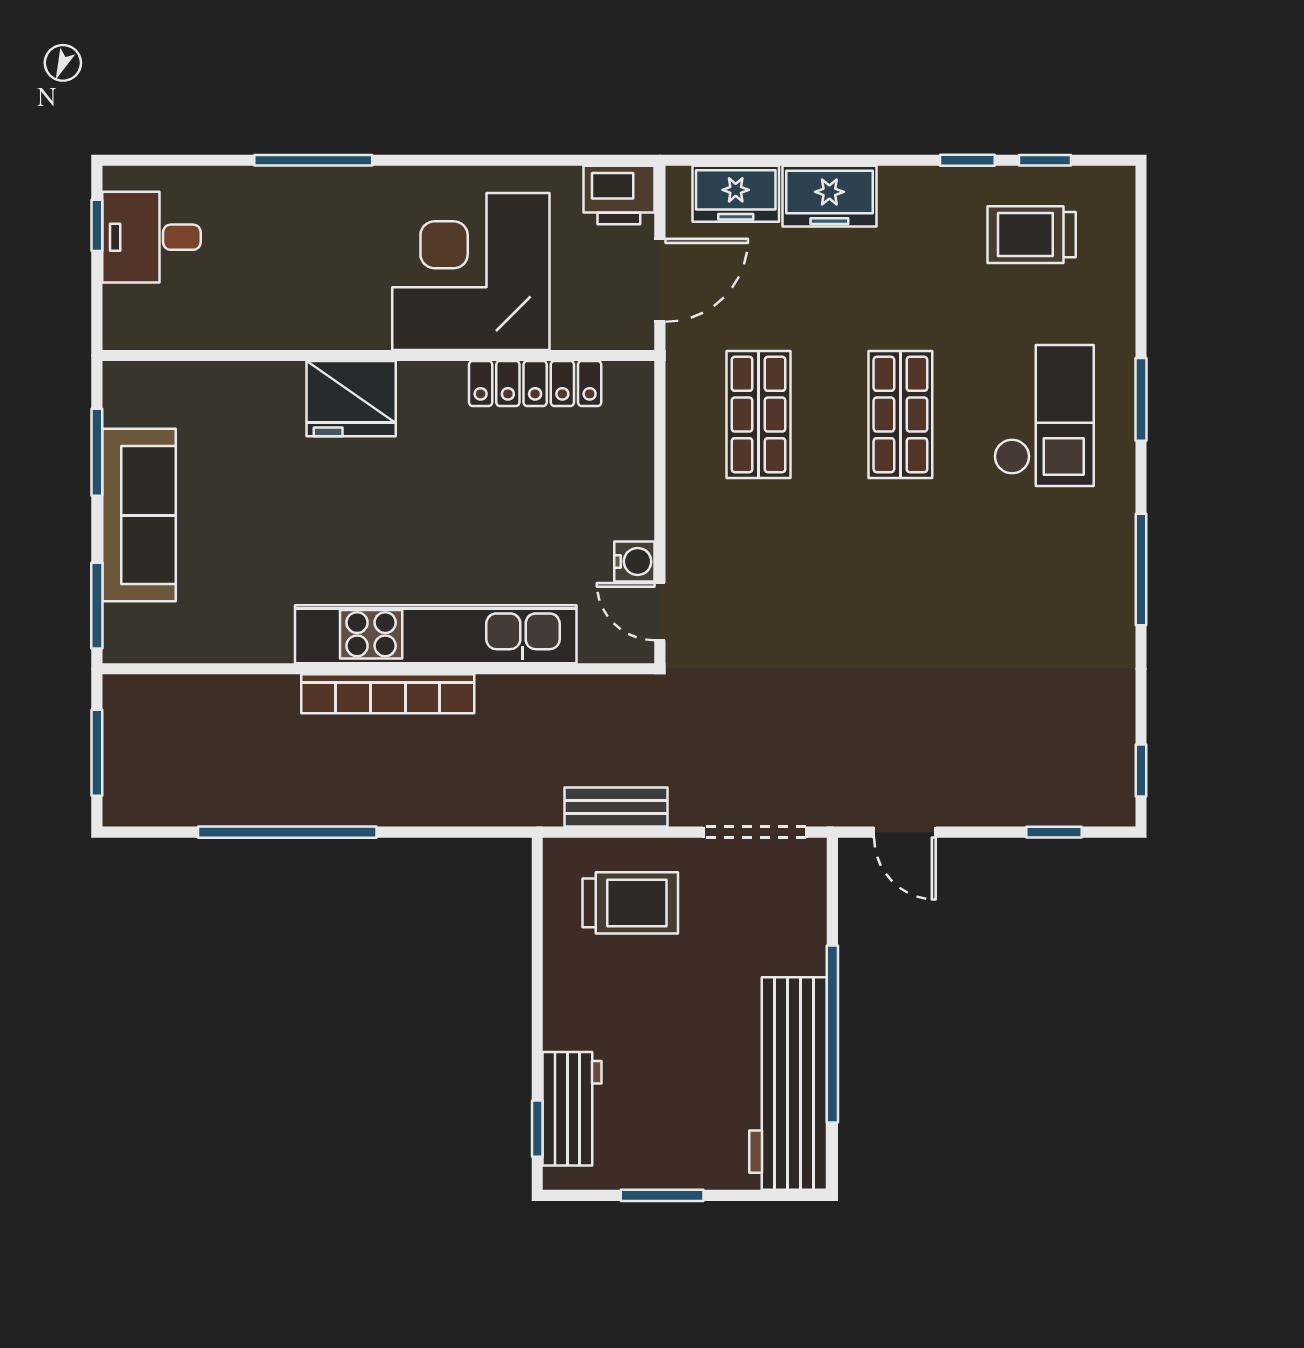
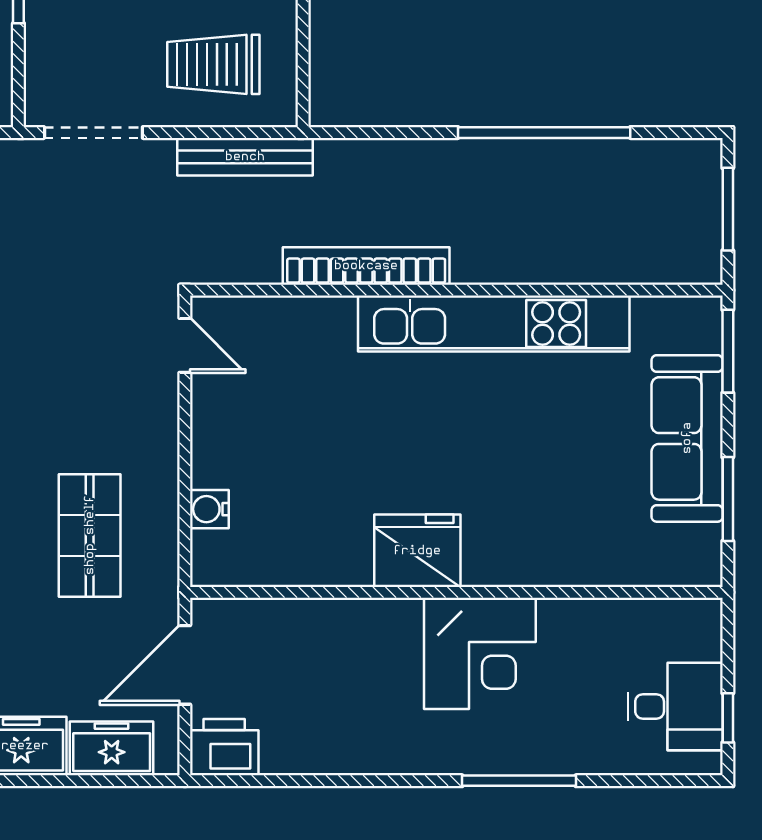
corner desk: (471, 271) -> (480, 653), moved, width x0.74, depth x0.74
locker: (535, 383) -> (305, 565), removed
fridge: (351, 399) -> (417, 551), moved
water cooler: (634, 561) -> (209, 509), moved
kitchen unit: (436, 634) -> (494, 324), moved
bookcase: (388, 694) -> (366, 266), moved
bench: (616, 807) -> (245, 157), width x1.36

